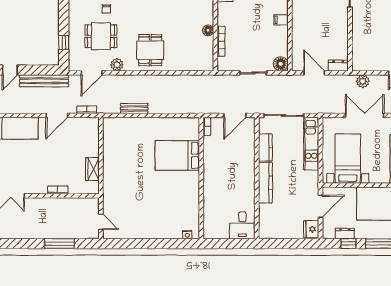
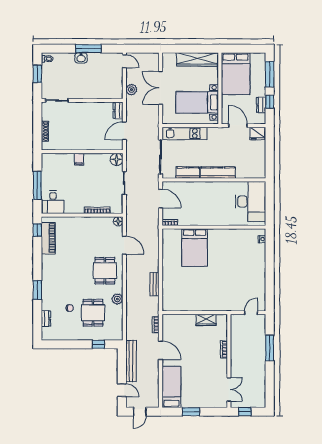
floor lamp: (208, 30) -> (118, 221), moved
dining table: (150, 50) -> (105, 271), turned 90
door: (92, 73) -> (124, 245), moved
desk: (242, 225) -> (251, 202), width x1.87, depth x1.30

